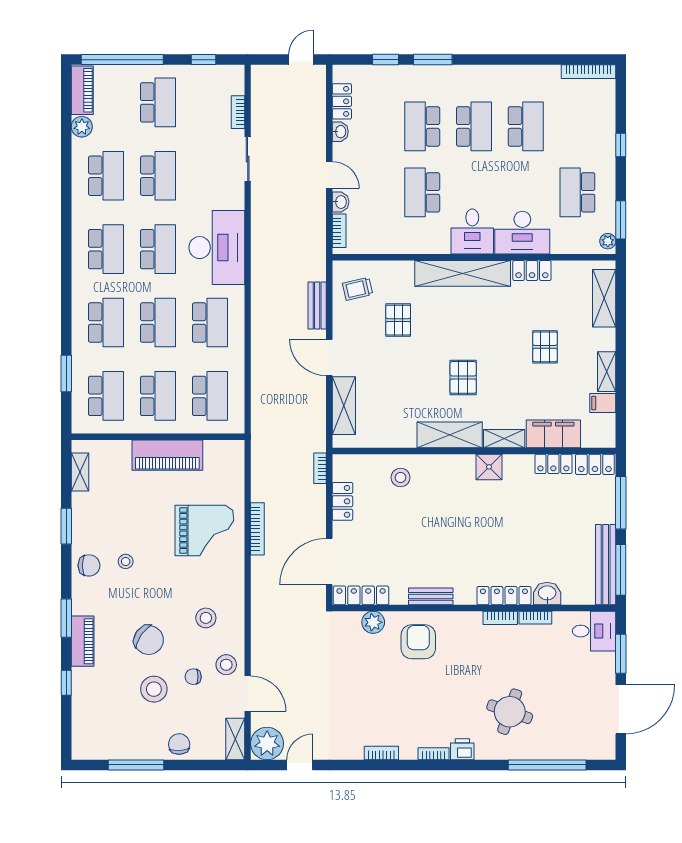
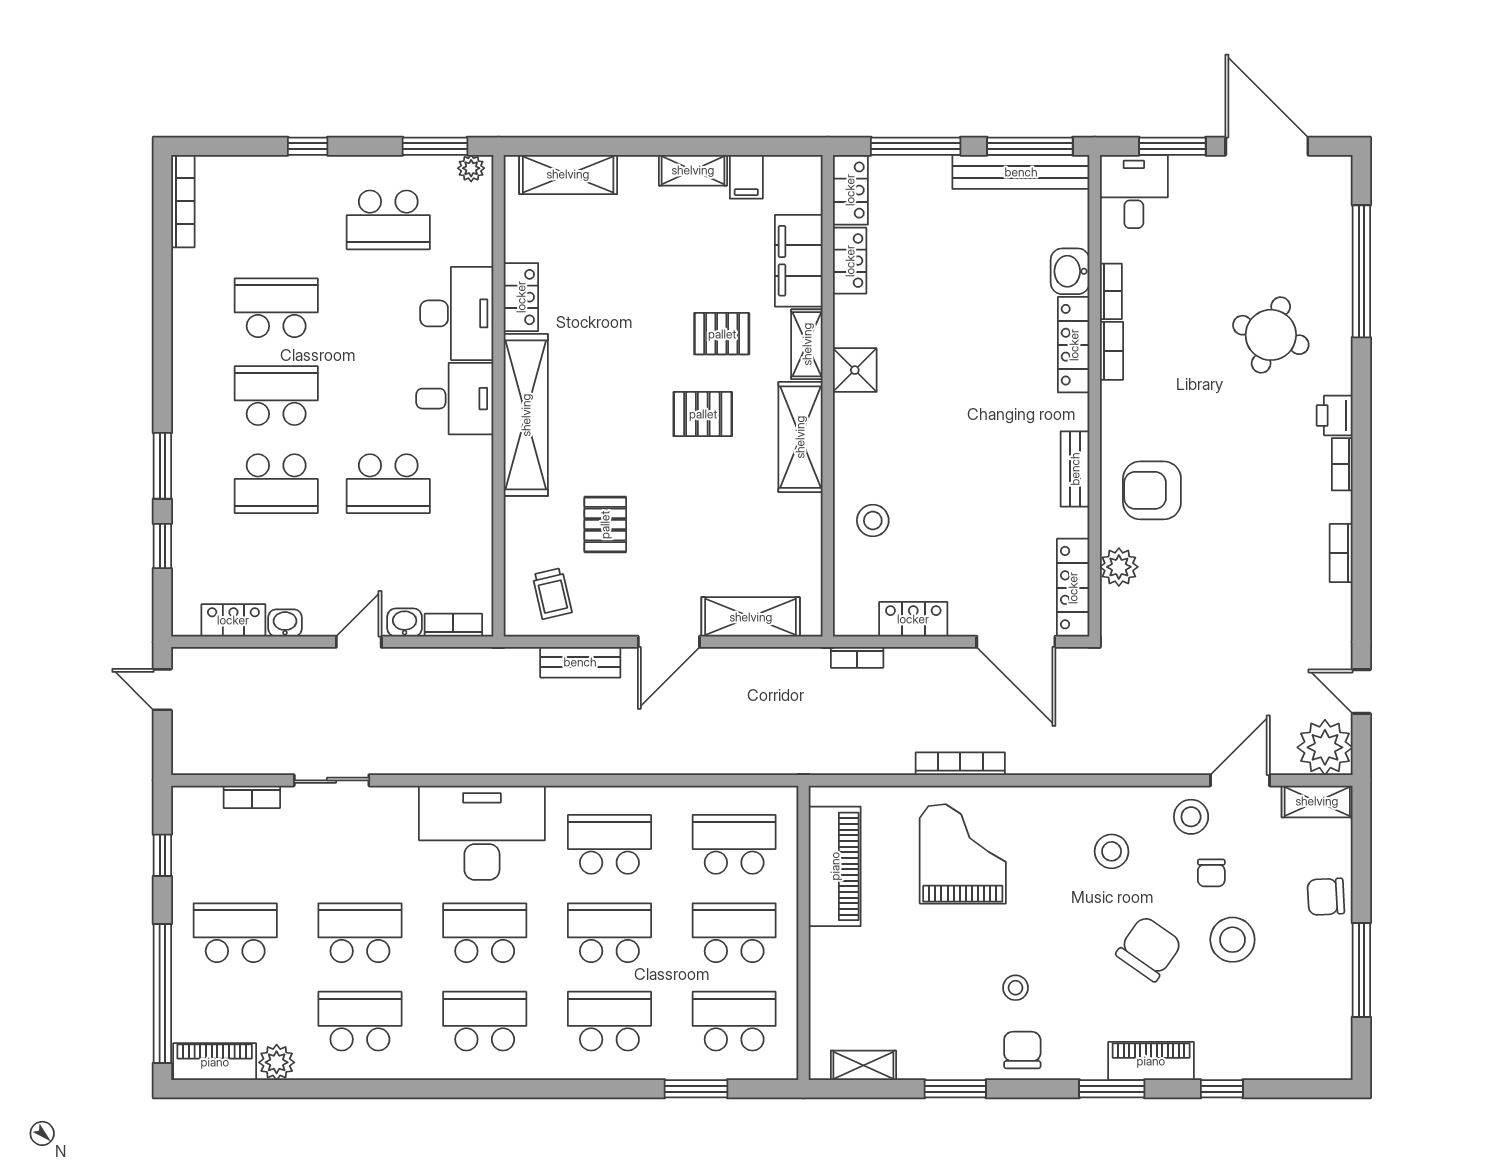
pallet: (398, 320) -> (605, 525), turned 90
pallet: (545, 347) -> (722, 334), moved
piano: (167, 455) -> (835, 866), moved

